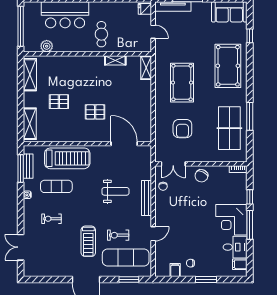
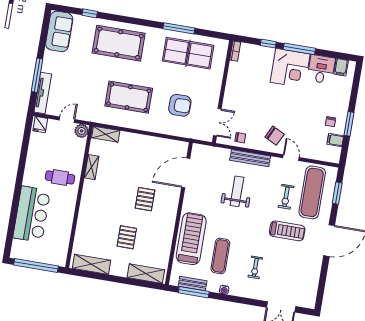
plant: (47, 46) -> (82, 131), moved
chair: (201, 176) -> (275, 136), moved
window: (206, 280) -> (349, 124), moved

